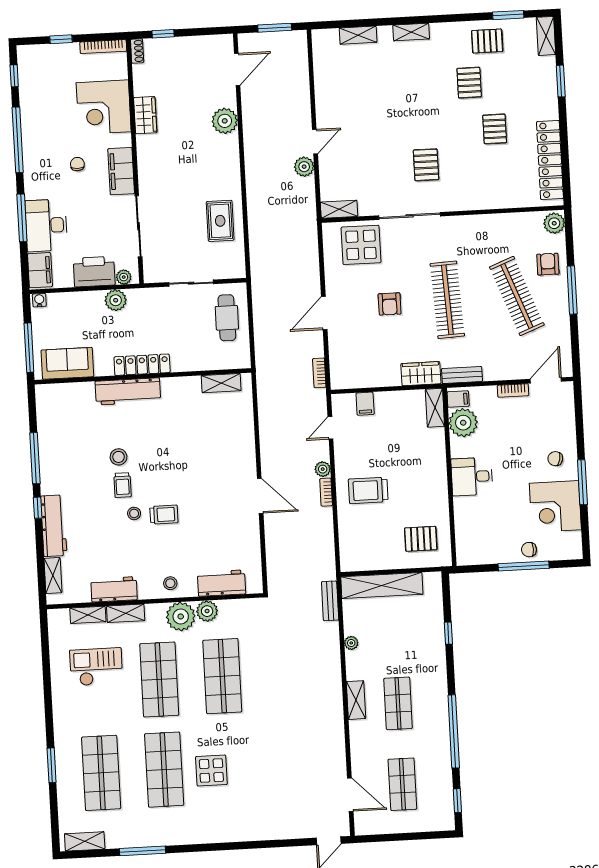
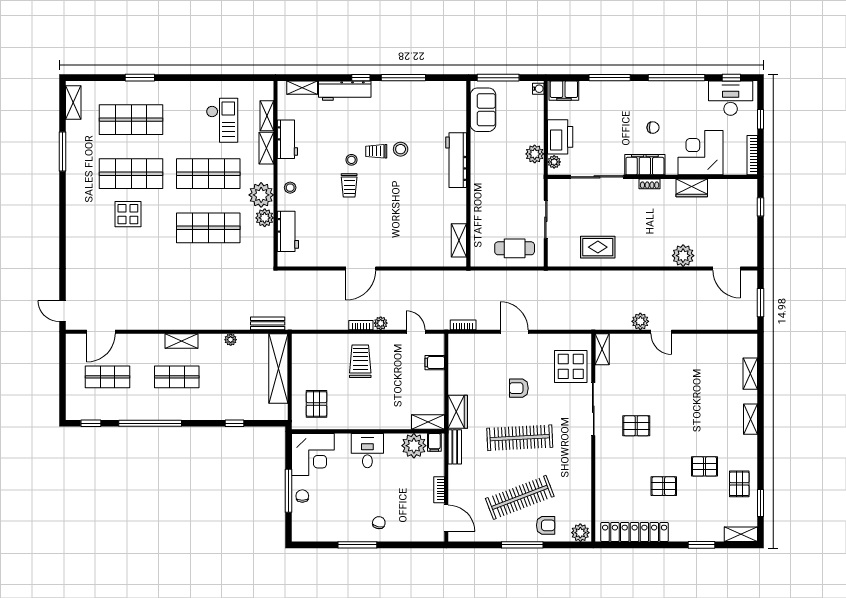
shoe rack: (137, 51) -> (650, 184), moved
desk: (46, 225) -> (731, 98), moved
locker: (142, 365) -> (478, 174), removed
corner desk: (555, 506) -> (313, 454), moved, turned 180

